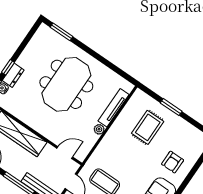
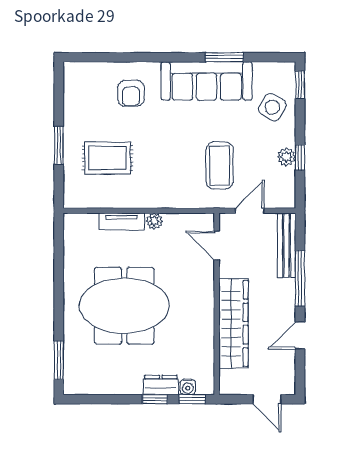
tv unit: (114, 108) -> (122, 222), width x0.71
armchair: (173, 162) -> (131, 93), turned 90

